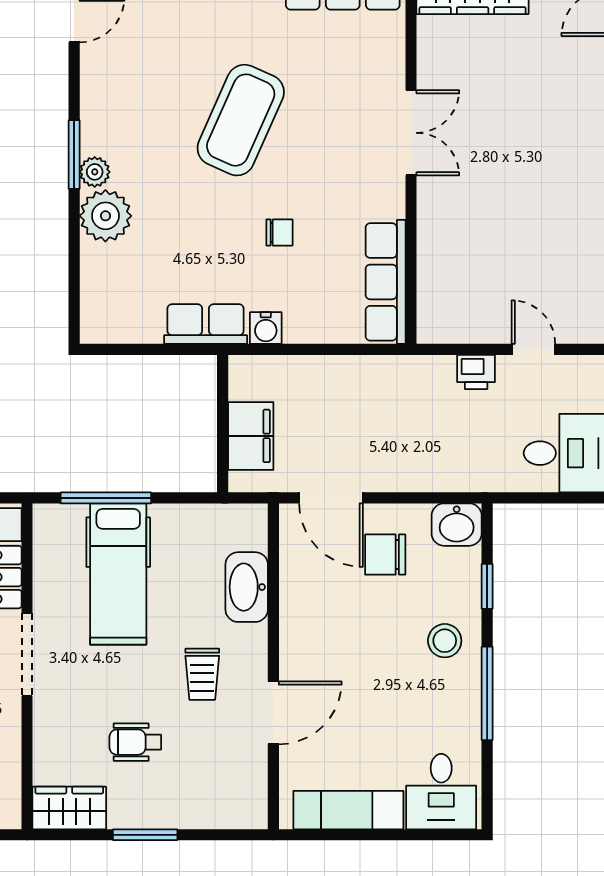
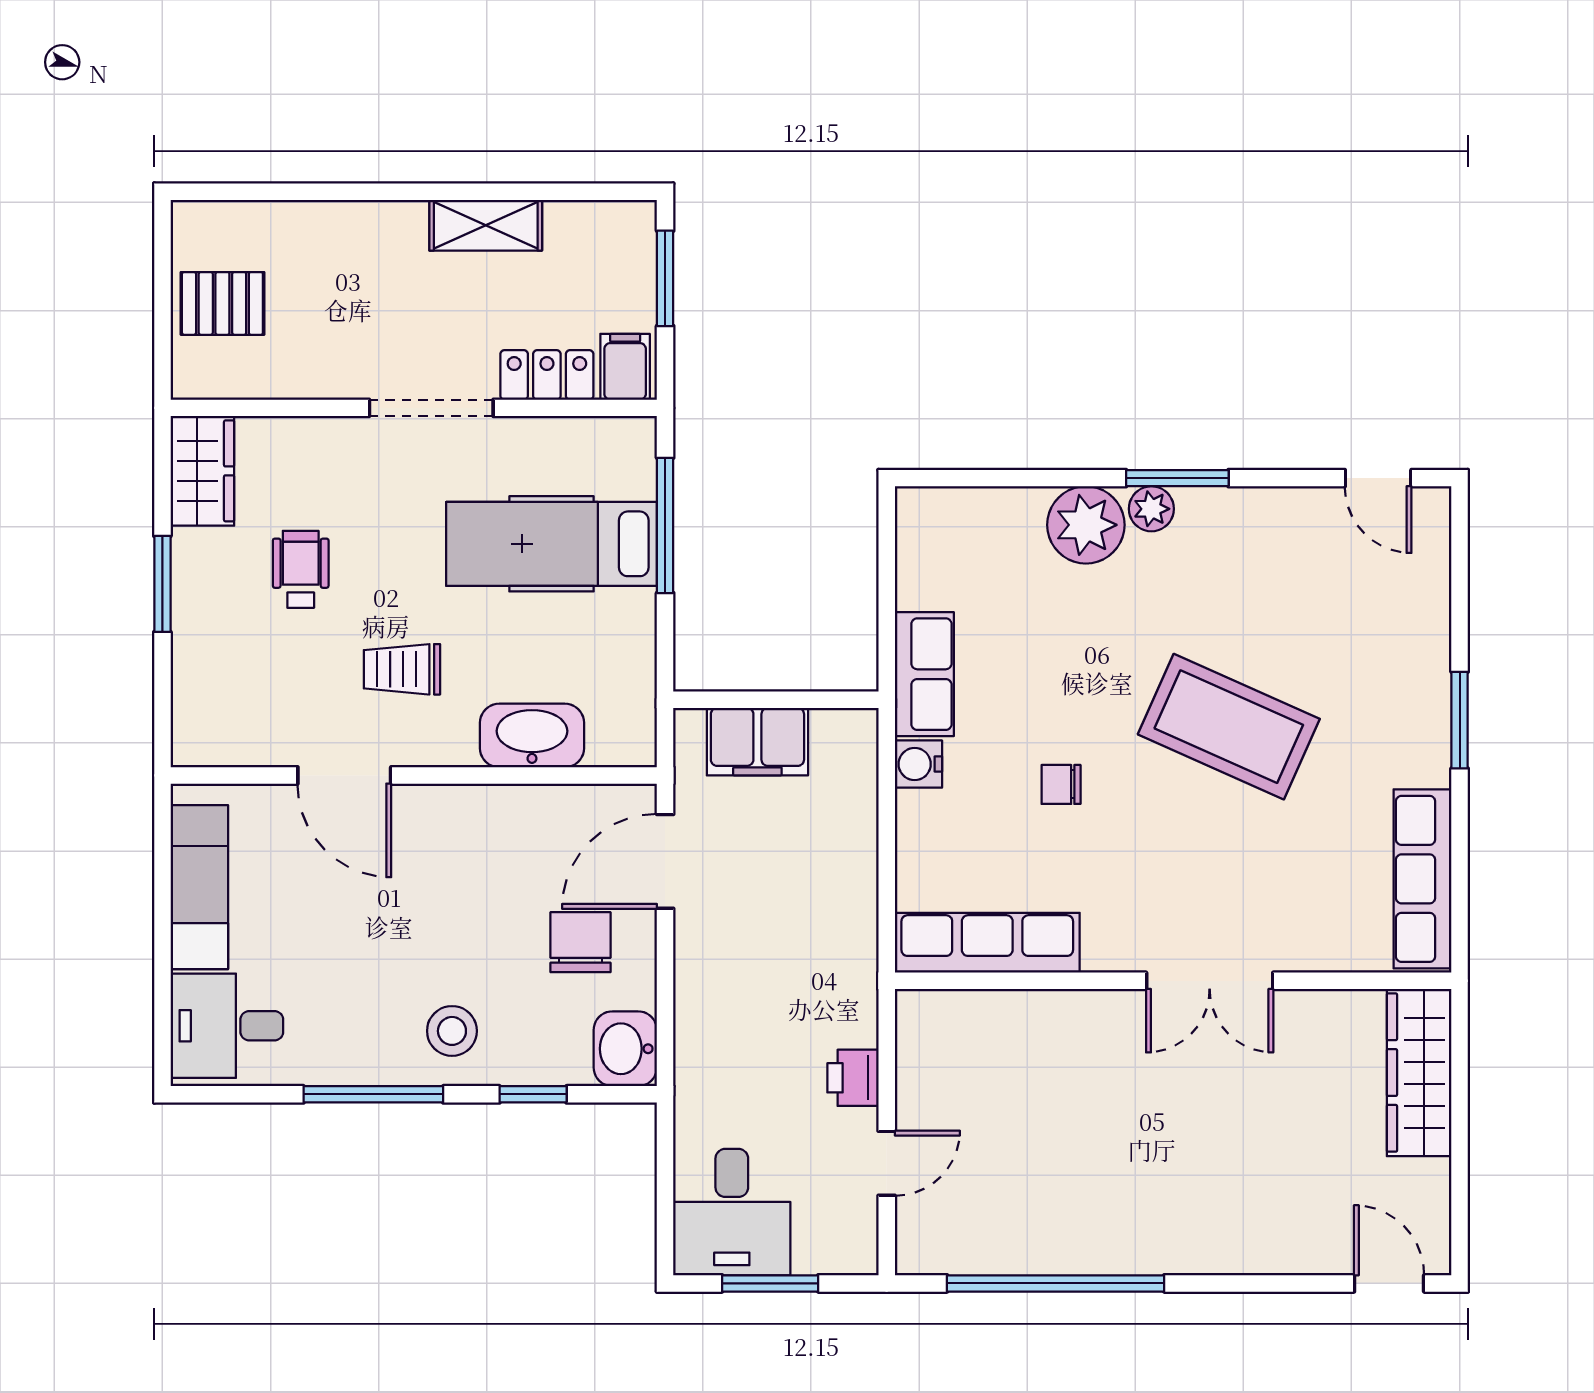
chair: (279, 232) -> (1061, 784), turned 90

